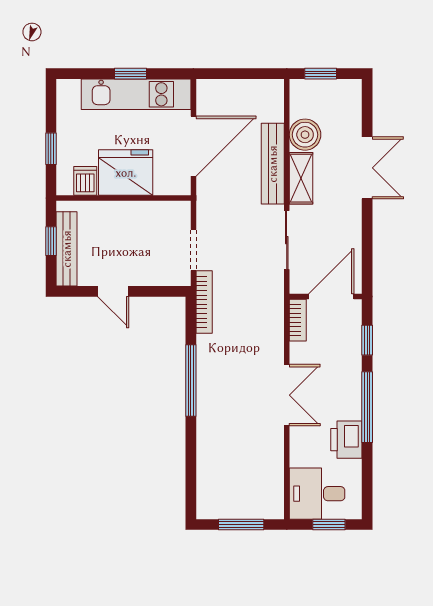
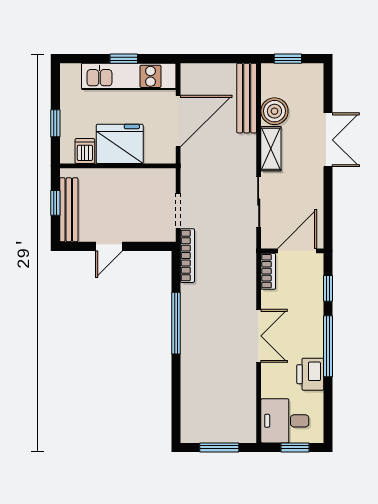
bench: (273, 164) -> (247, 98), moved
door: (113, 291) -> (109, 246), hinge flipped

